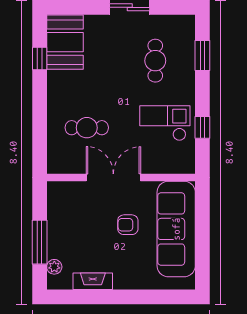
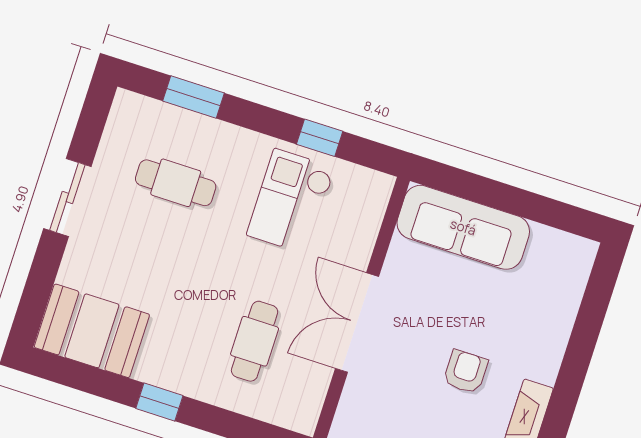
window: (40, 59) -> (159, 402), moved
armchair: (128, 225) -> (466, 372), moved, turned 180
sofa: (176, 229) -> (463, 227), width x0.74, depth x0.79

